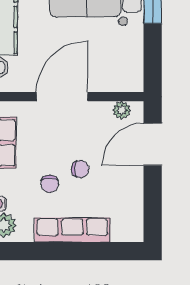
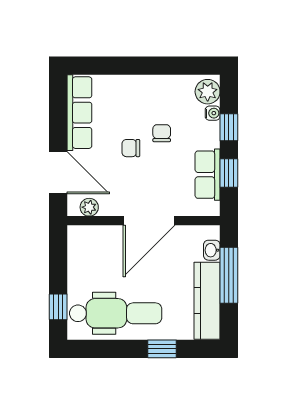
door: (153, 144) -> (58, 173), hinge flipped
row of seats: (72, 230) -> (79, 113), moved, turned -90

